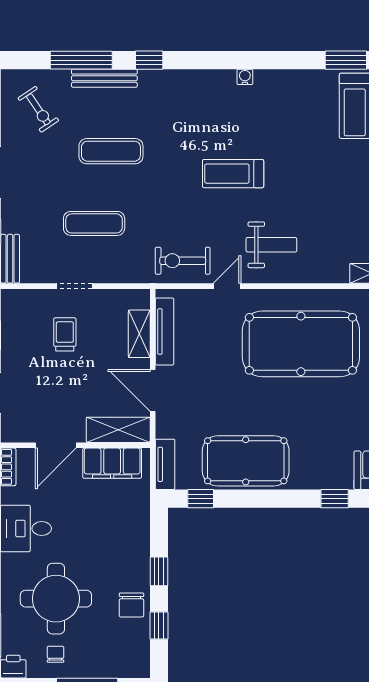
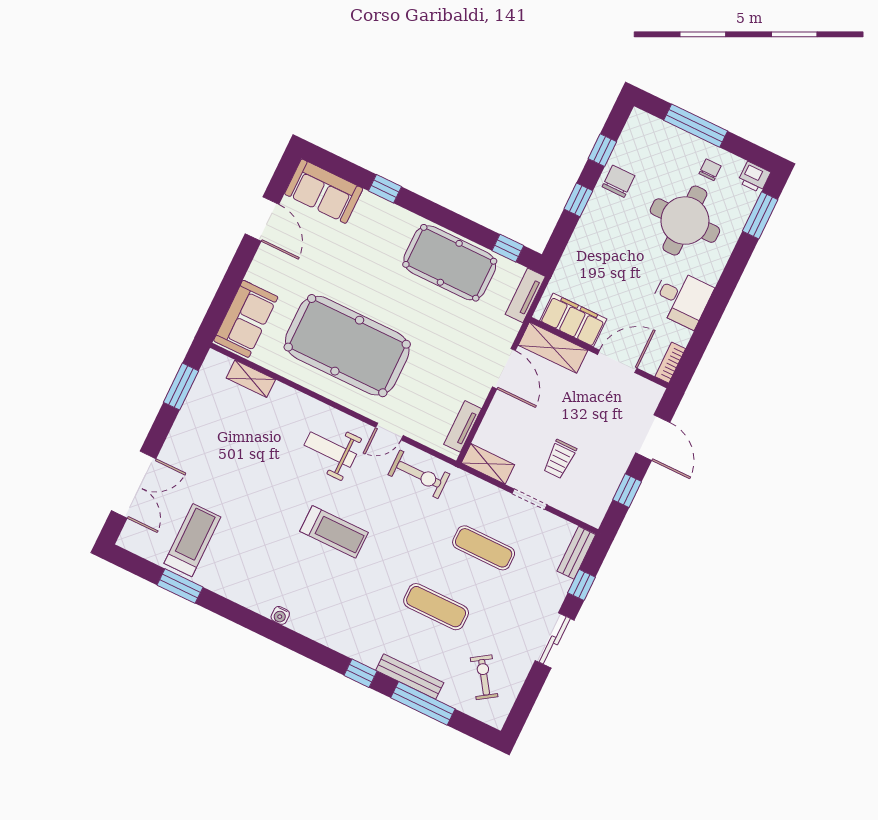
tv unit: (165, 332) -> (463, 426), width x0.71
shelving: (139, 334) -> (488, 464), moved, turned 90
chair: (55, 654) -> (710, 170), turned 180

